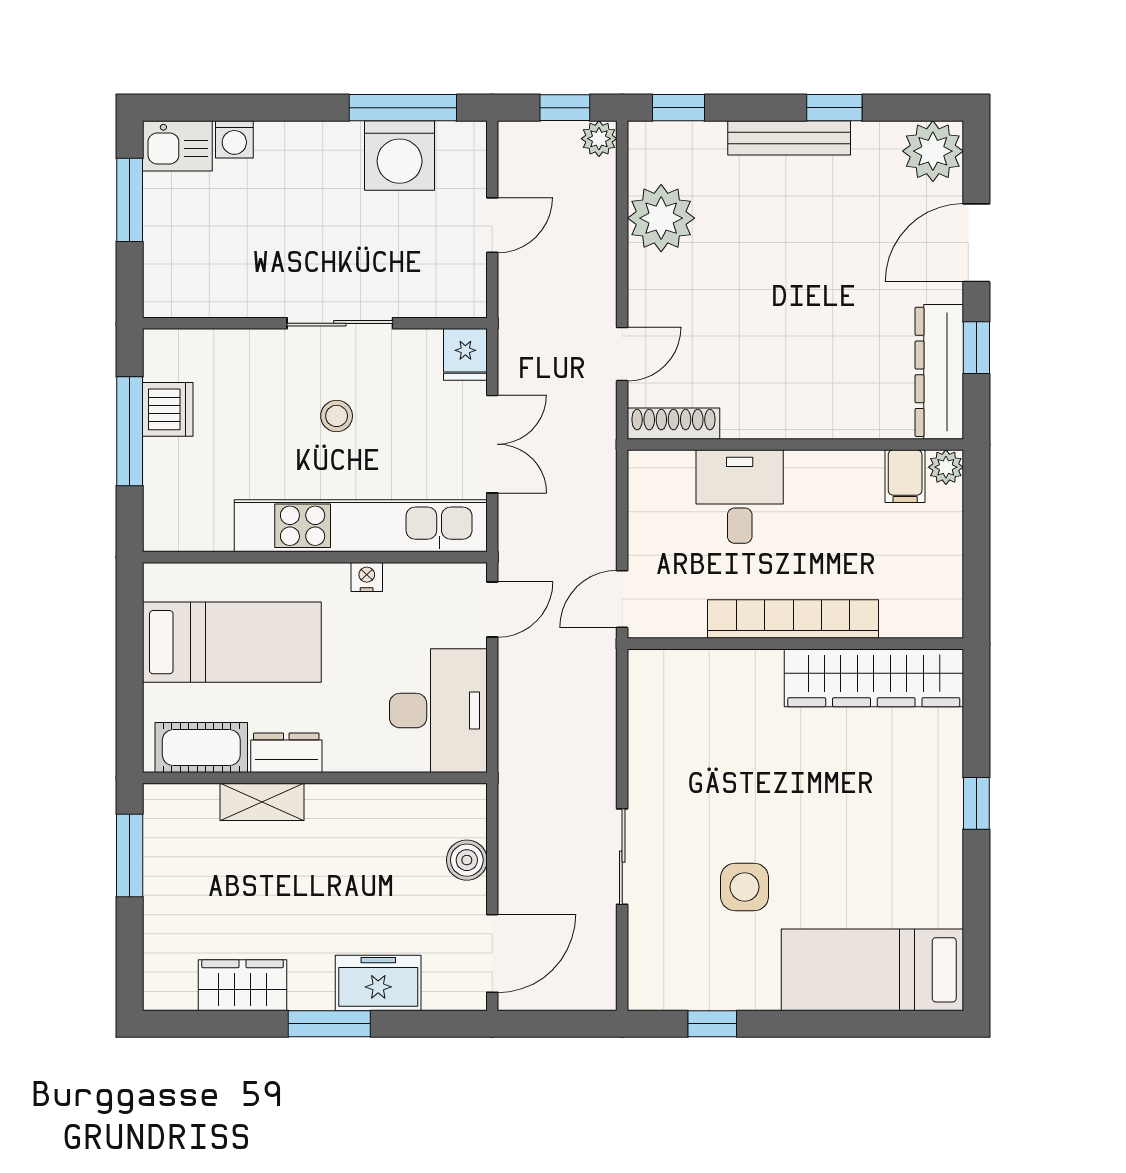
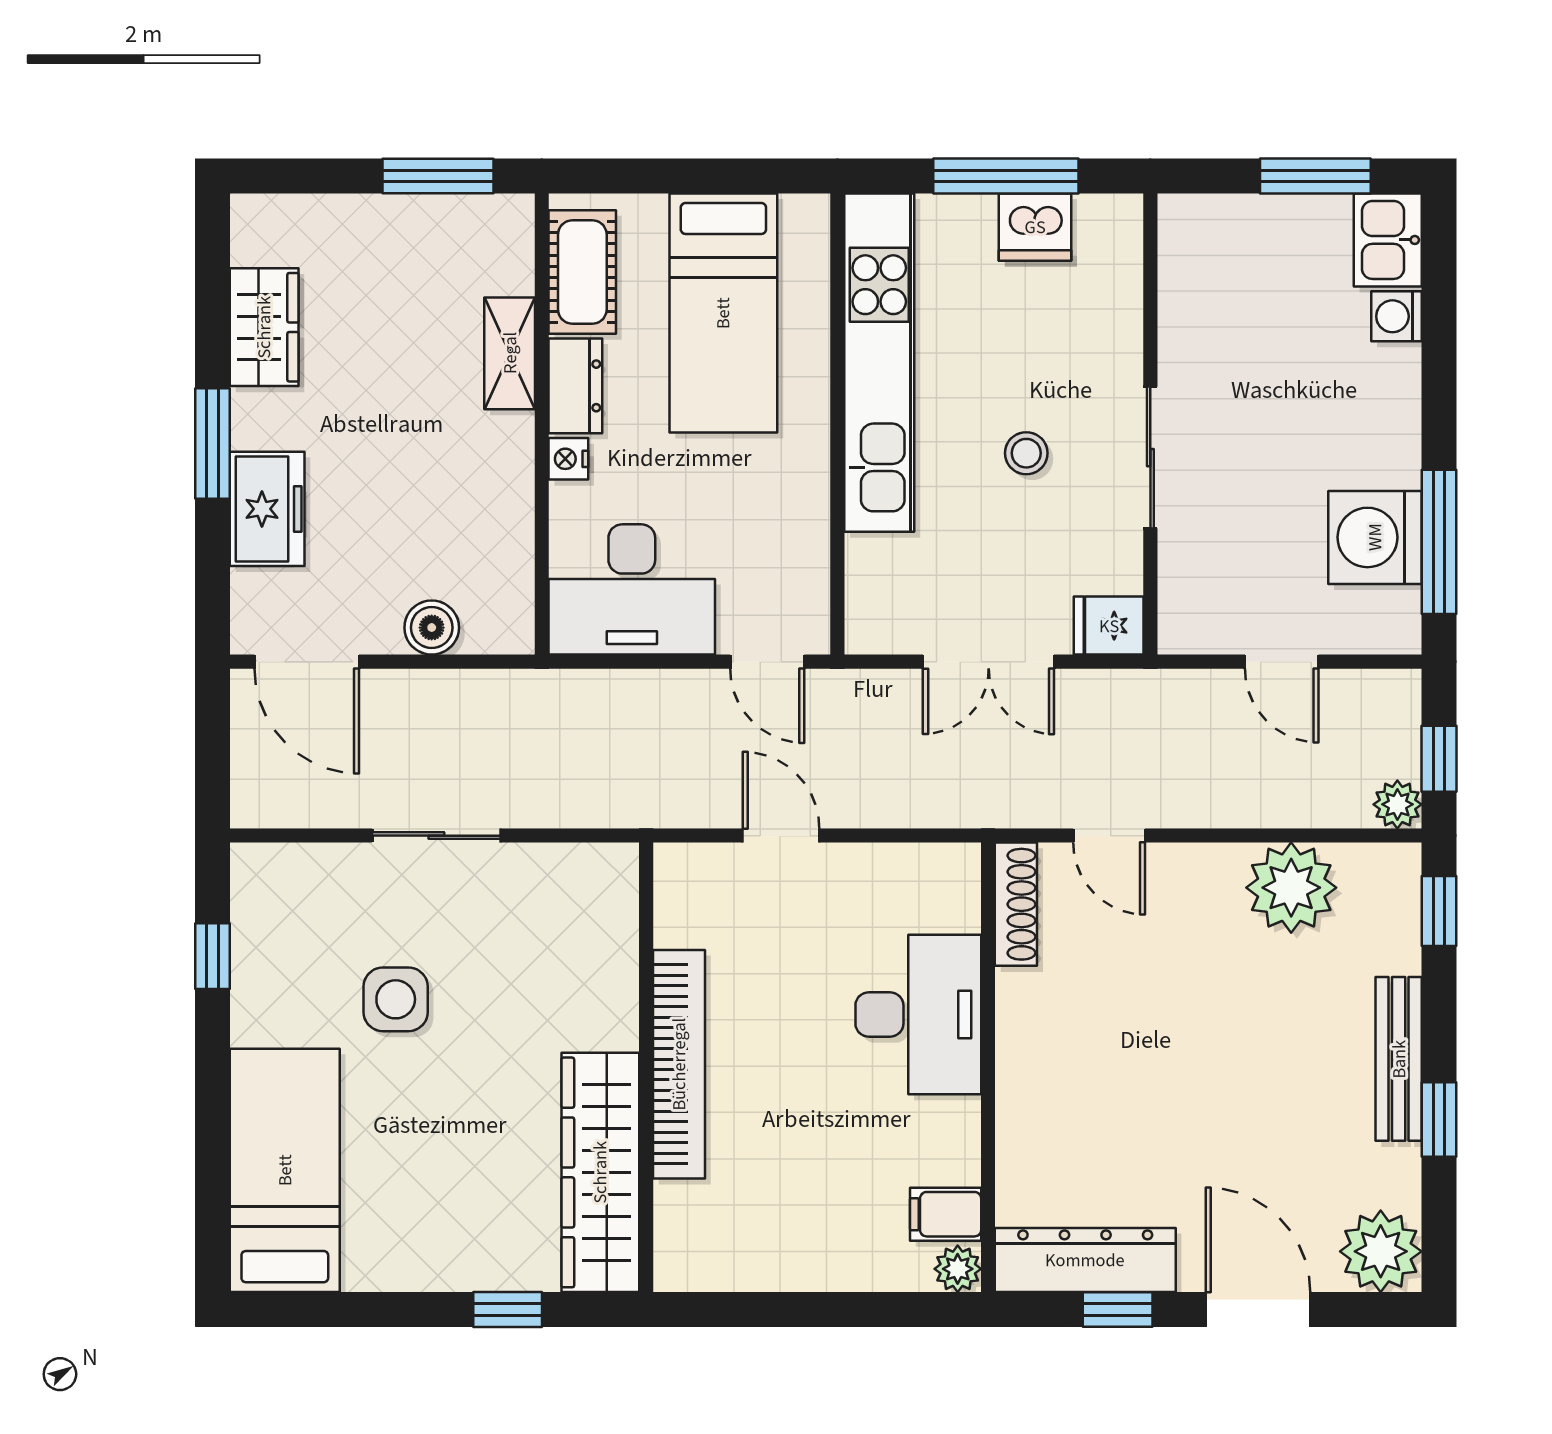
desk: (740, 497) -> (918, 1015), width x1.37
kitchen unit: (361, 526) -> (879, 363), moved
nightstand: (367, 577) -> (568, 459), moved, turned 180
bookcase: (793, 619) -> (679, 1064), moved
wall: (795, 644) -> (646, 1067), moved
wardrobe: (874, 678) -> (600, 1172), moved

